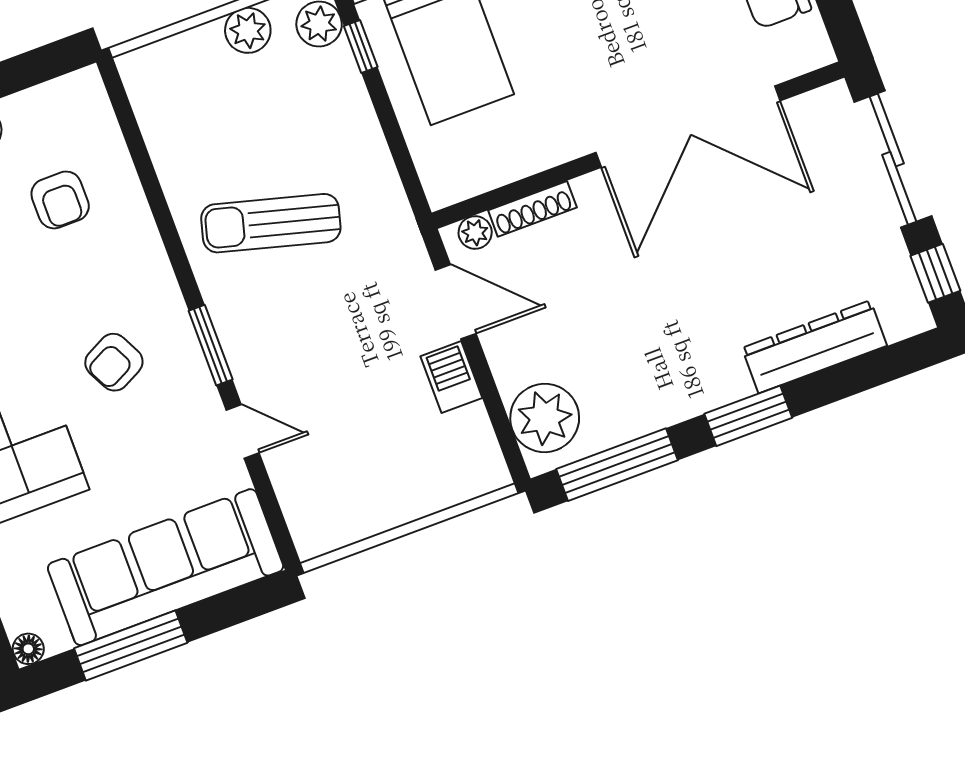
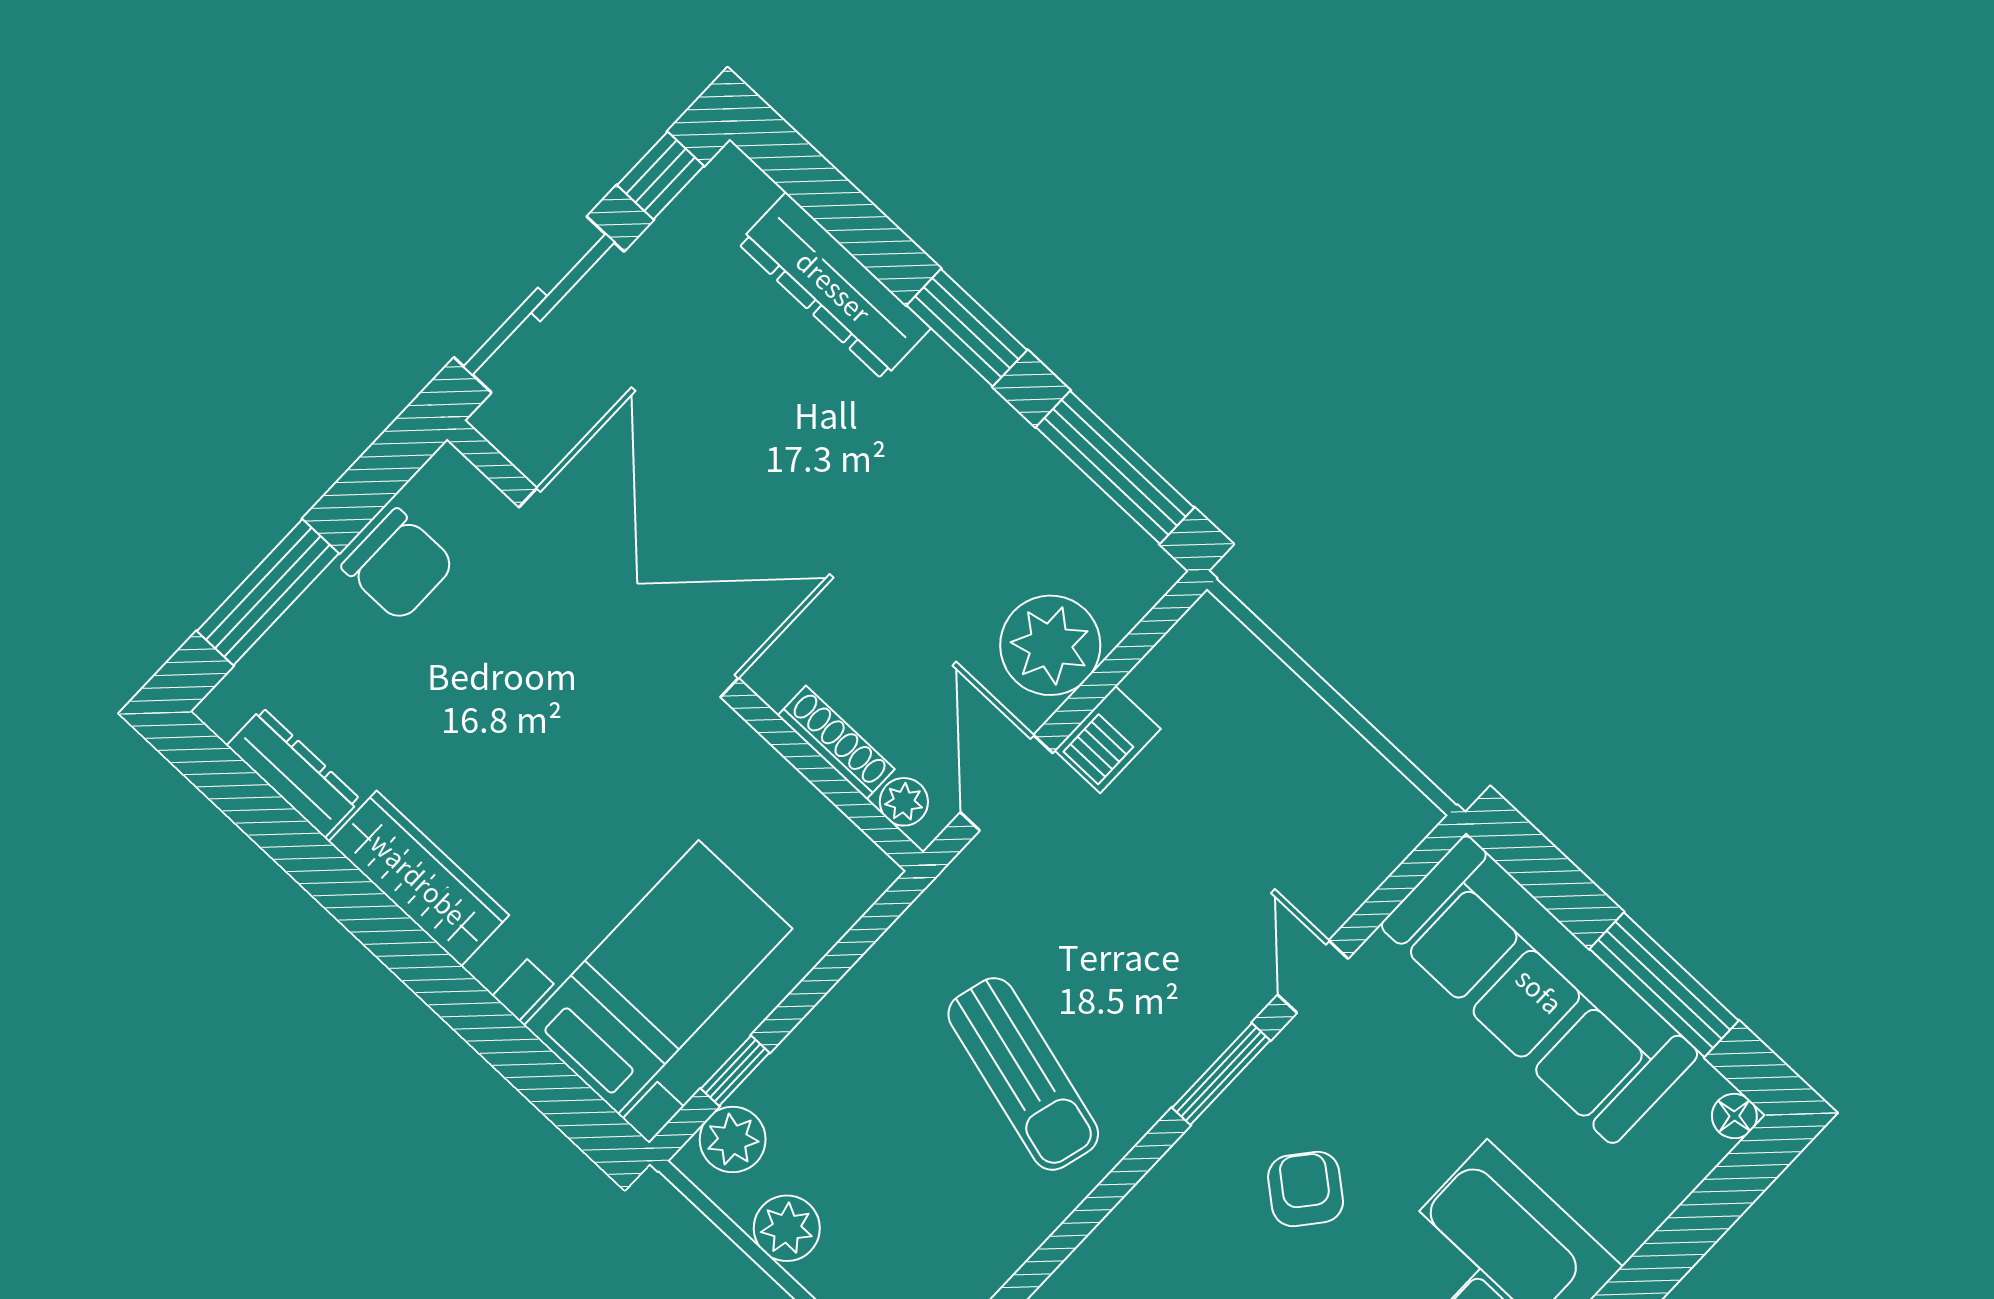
armchair: (114, 362) -> (1306, 1189), turned -114
plant: (545, 418) -> (1050, 645), moved

